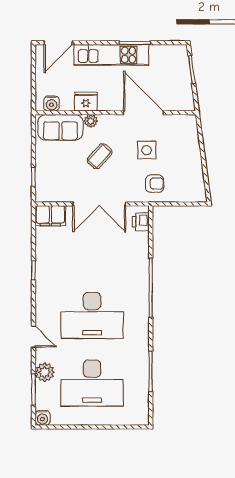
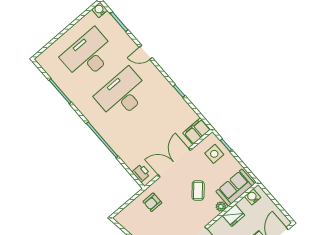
side table: (147, 150) -> (214, 154), moved
plant: (45, 372) -> (121, 37), removed

